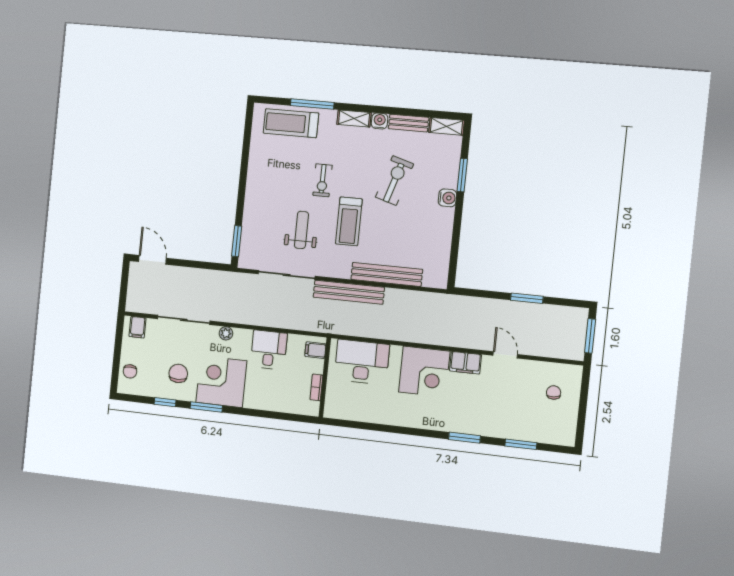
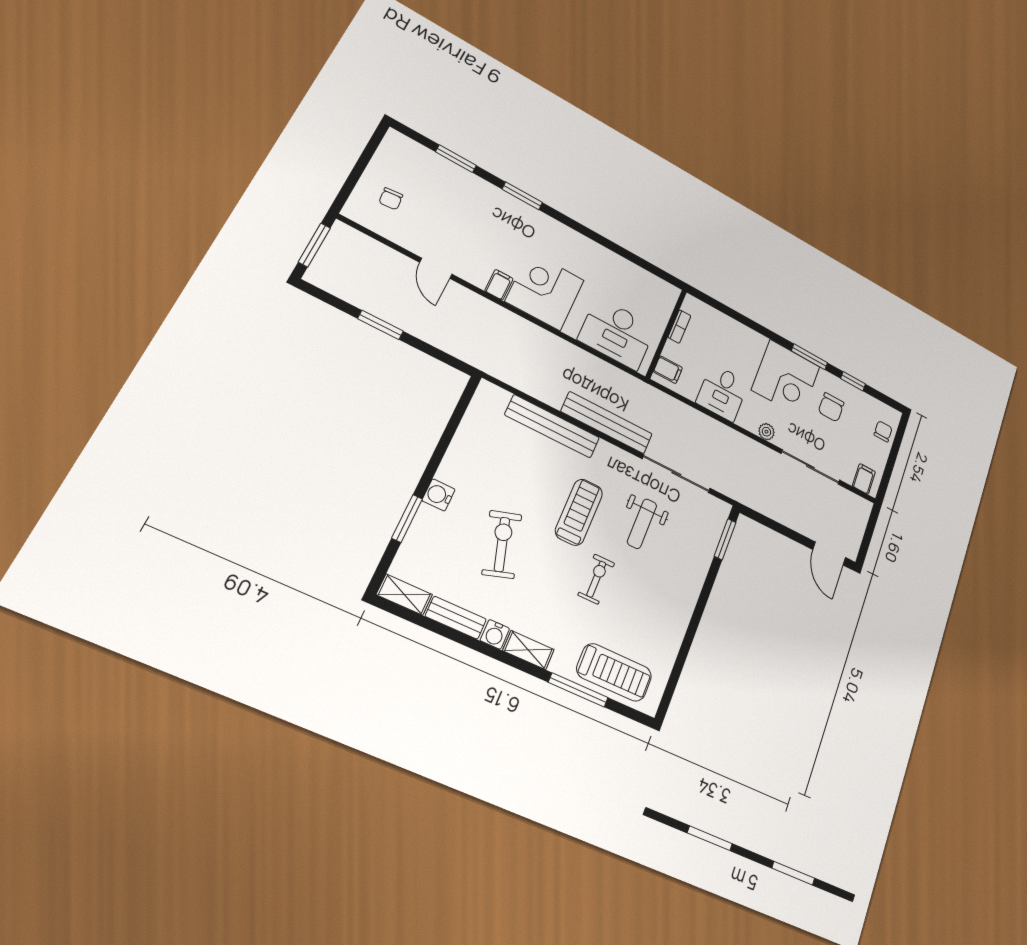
exercise bike: (394, 181) -> (502, 544), turned 146
filing cabinet: (465, 363) -> (499, 285), width x0.50

